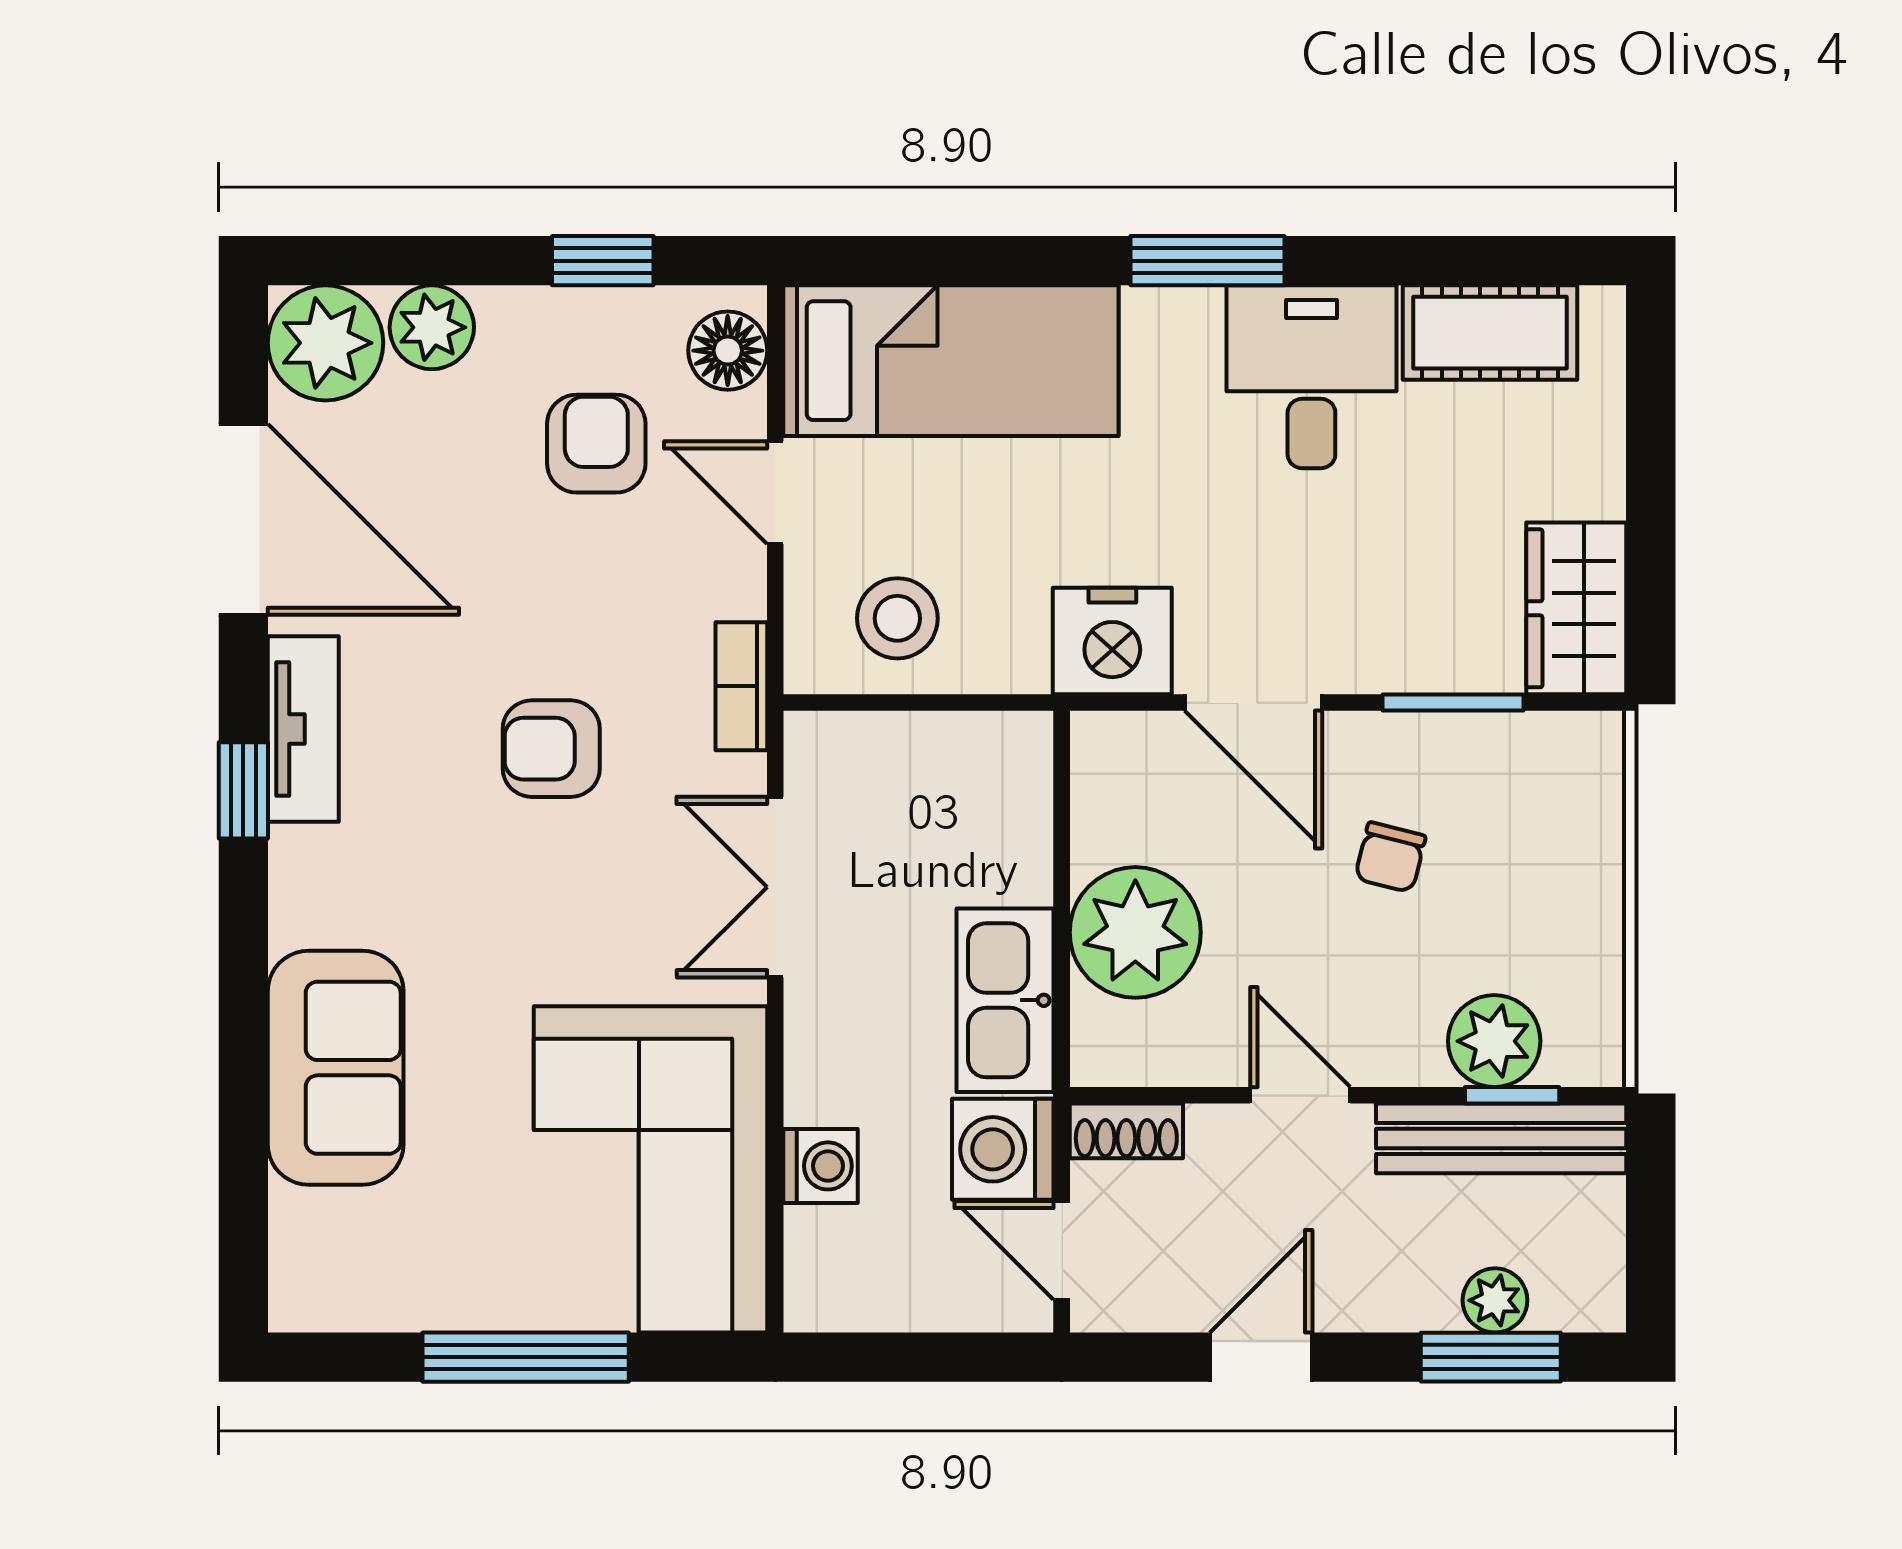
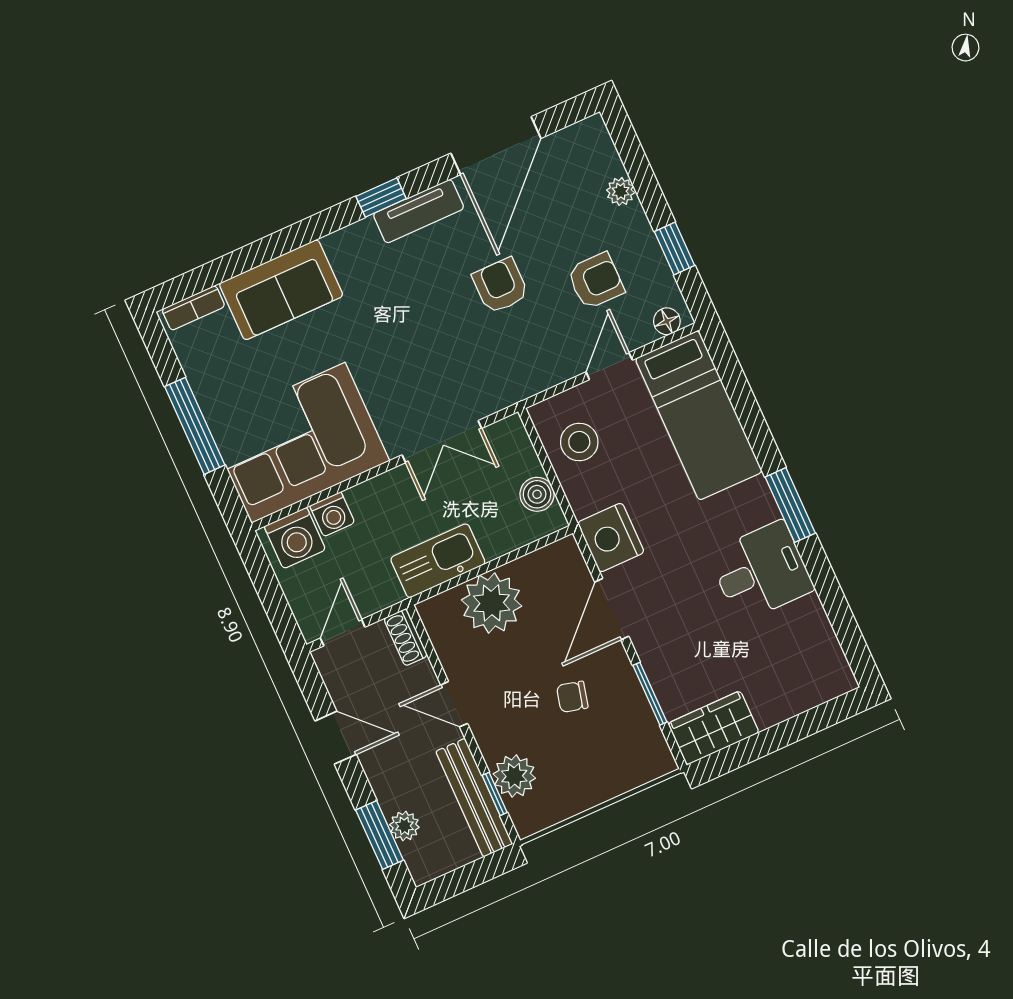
plant: (432, 327) -> (621, 191), width x0.73, depth x0.73
cot: (1490, 333) -> (814, 639), removed
plant: (326, 343) -> (587, 147), removed
floor lamp: (728, 351) -> (667, 321), width x0.73, depth x0.73
bookcase: (741, 686) -> (193, 308), moved, turned 180
boiler: (963, 747) -> (537, 494), added
armchair: (551, 749) -> (500, 286), moved
double door: (775, 887) -> (442, 442), swing flipped
door: (1300, 1095) -> (454, 704), swing flipped
washing machine: (1003, 1149) -> (295, 538), moved, turned 180

